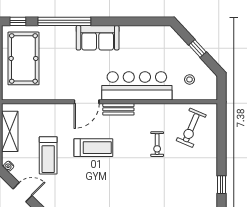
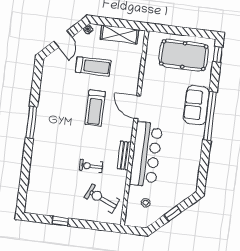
window: (64, 21) -> (210, 116), moved
sofa: (98, 38) -> (196, 105), moved
bench: (118, 109) -> (124, 155), moved
treadmill: (48, 155) -> (93, 66), turned 180
window: (221, 185) -> (60, 221), moved

